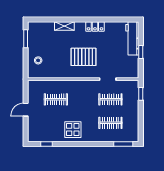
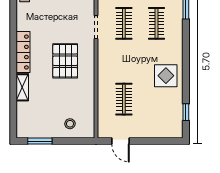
locker: (95, 27) -> (23, 52), width x1.53
door: (26, 110) -> (121, 141), moved

